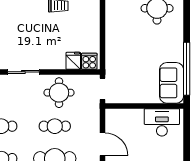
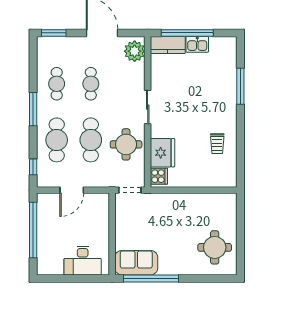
fridge: (73, 61) -> (163, 153), width x1.88, depth x1.34
desk: (162, 122) -> (83, 261), moved, turned 90
cafe table: (55, 126) -> (91, 140), width x1.37, depth x1.35

